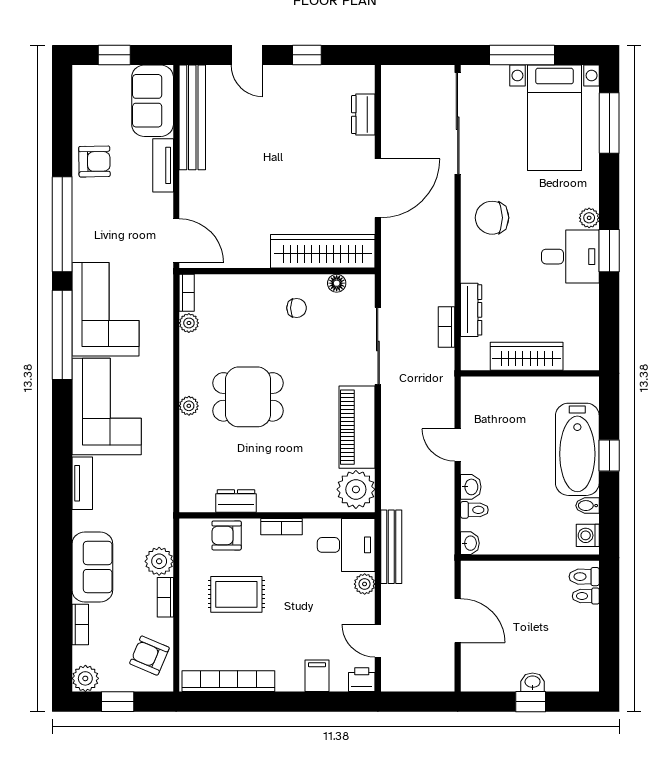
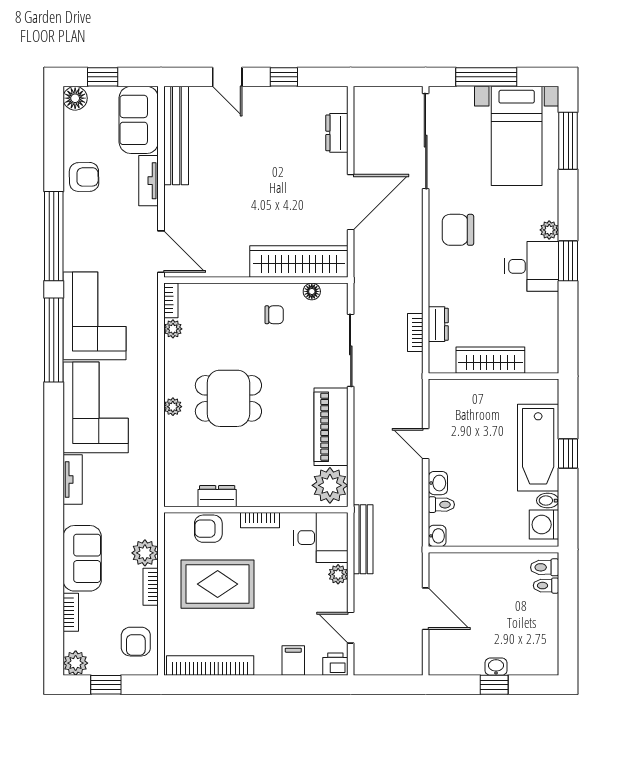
floor lamp: (85, 78) -> (75, 98), added
dresser: (471, 310) -> (438, 324), width x0.70
washing machine: (588, 535) -> (544, 525), width x1.38, depth x1.38
rug: (236, 594) -> (218, 584), width x1.36, depth x1.43
armchair: (149, 656) -> (136, 642), turned -113

